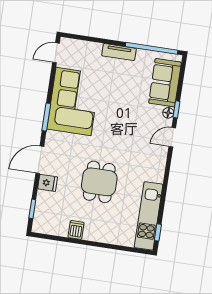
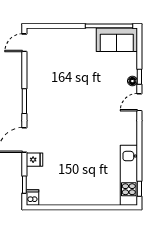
tv unit: (119, 52) -> (80, 34), removed
sofa: (165, 83) -> (117, 40), moved, turned -90
corner sofa: (73, 101) -> (47, 84), removed
dining table: (99, 182) -> (80, 152), removed
dishwasher: (76, 230) -> (33, 198), moved

